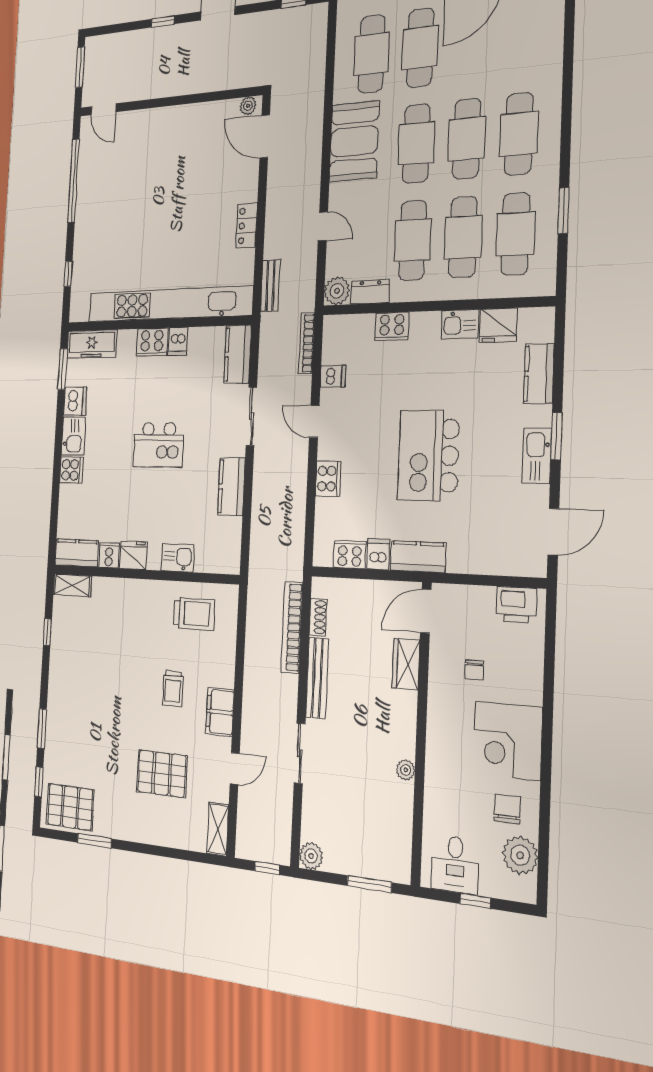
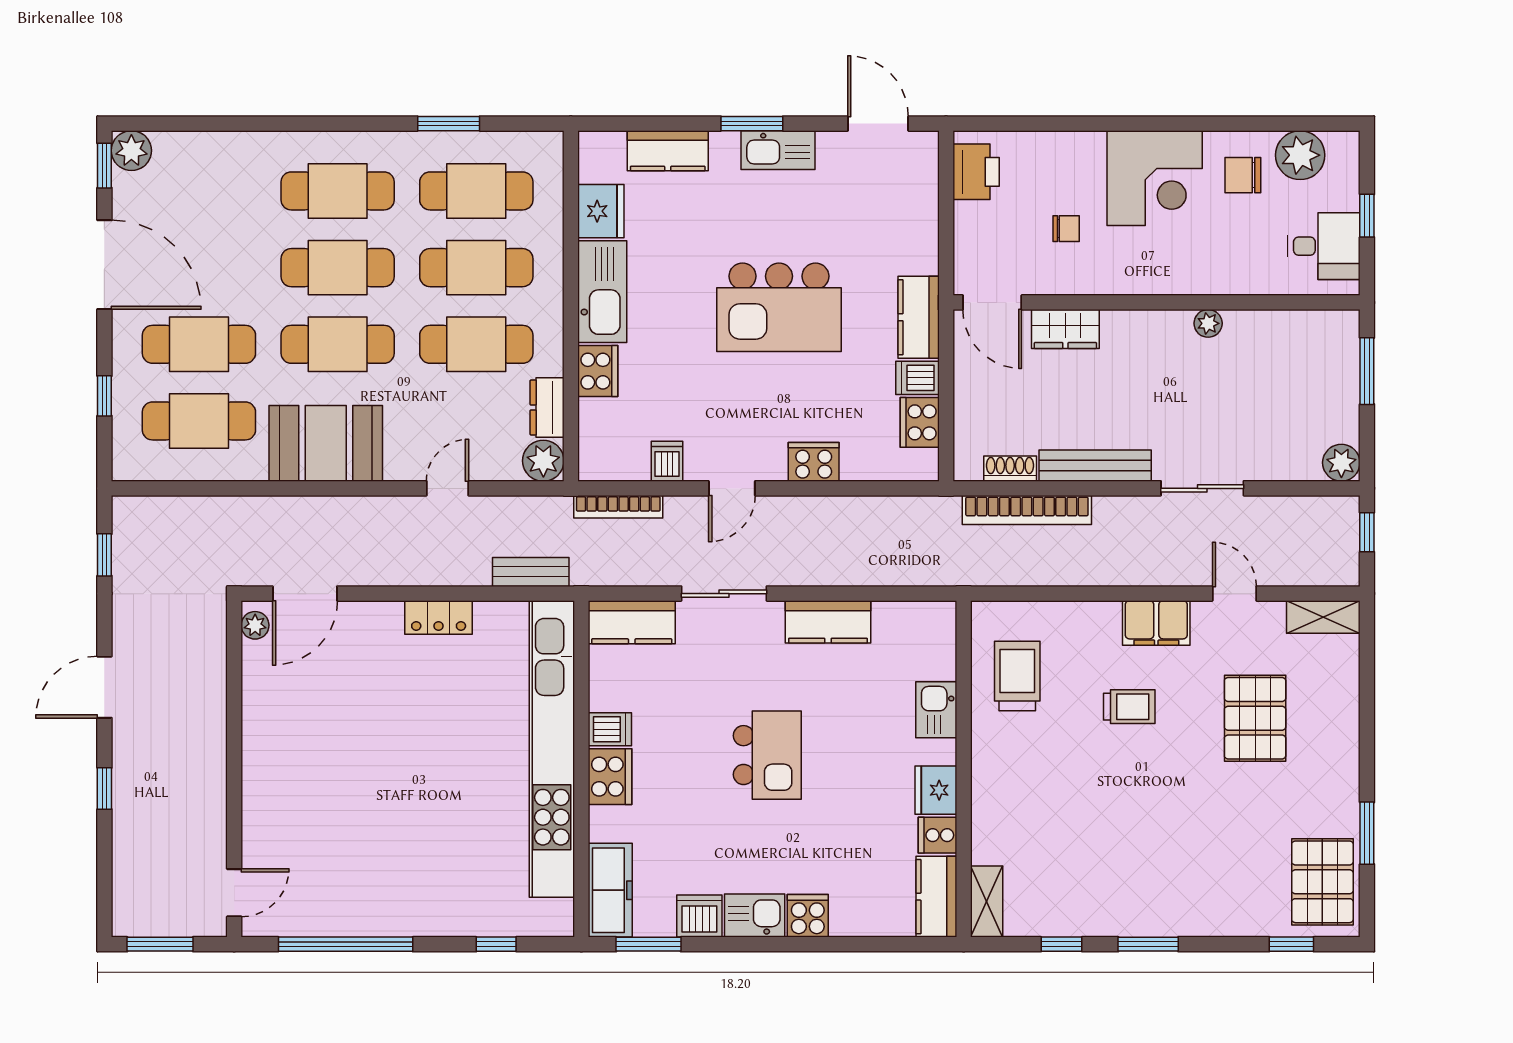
kitchen sink: (460, 324) -> (602, 292), width x1.87, depth x1.24
window: (42, 728) -> (1148, 944), moved

